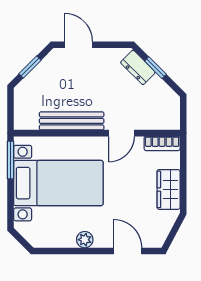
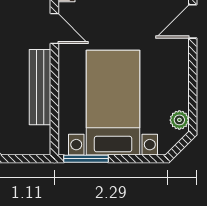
plant: (85, 240) -> (179, 120), moved

